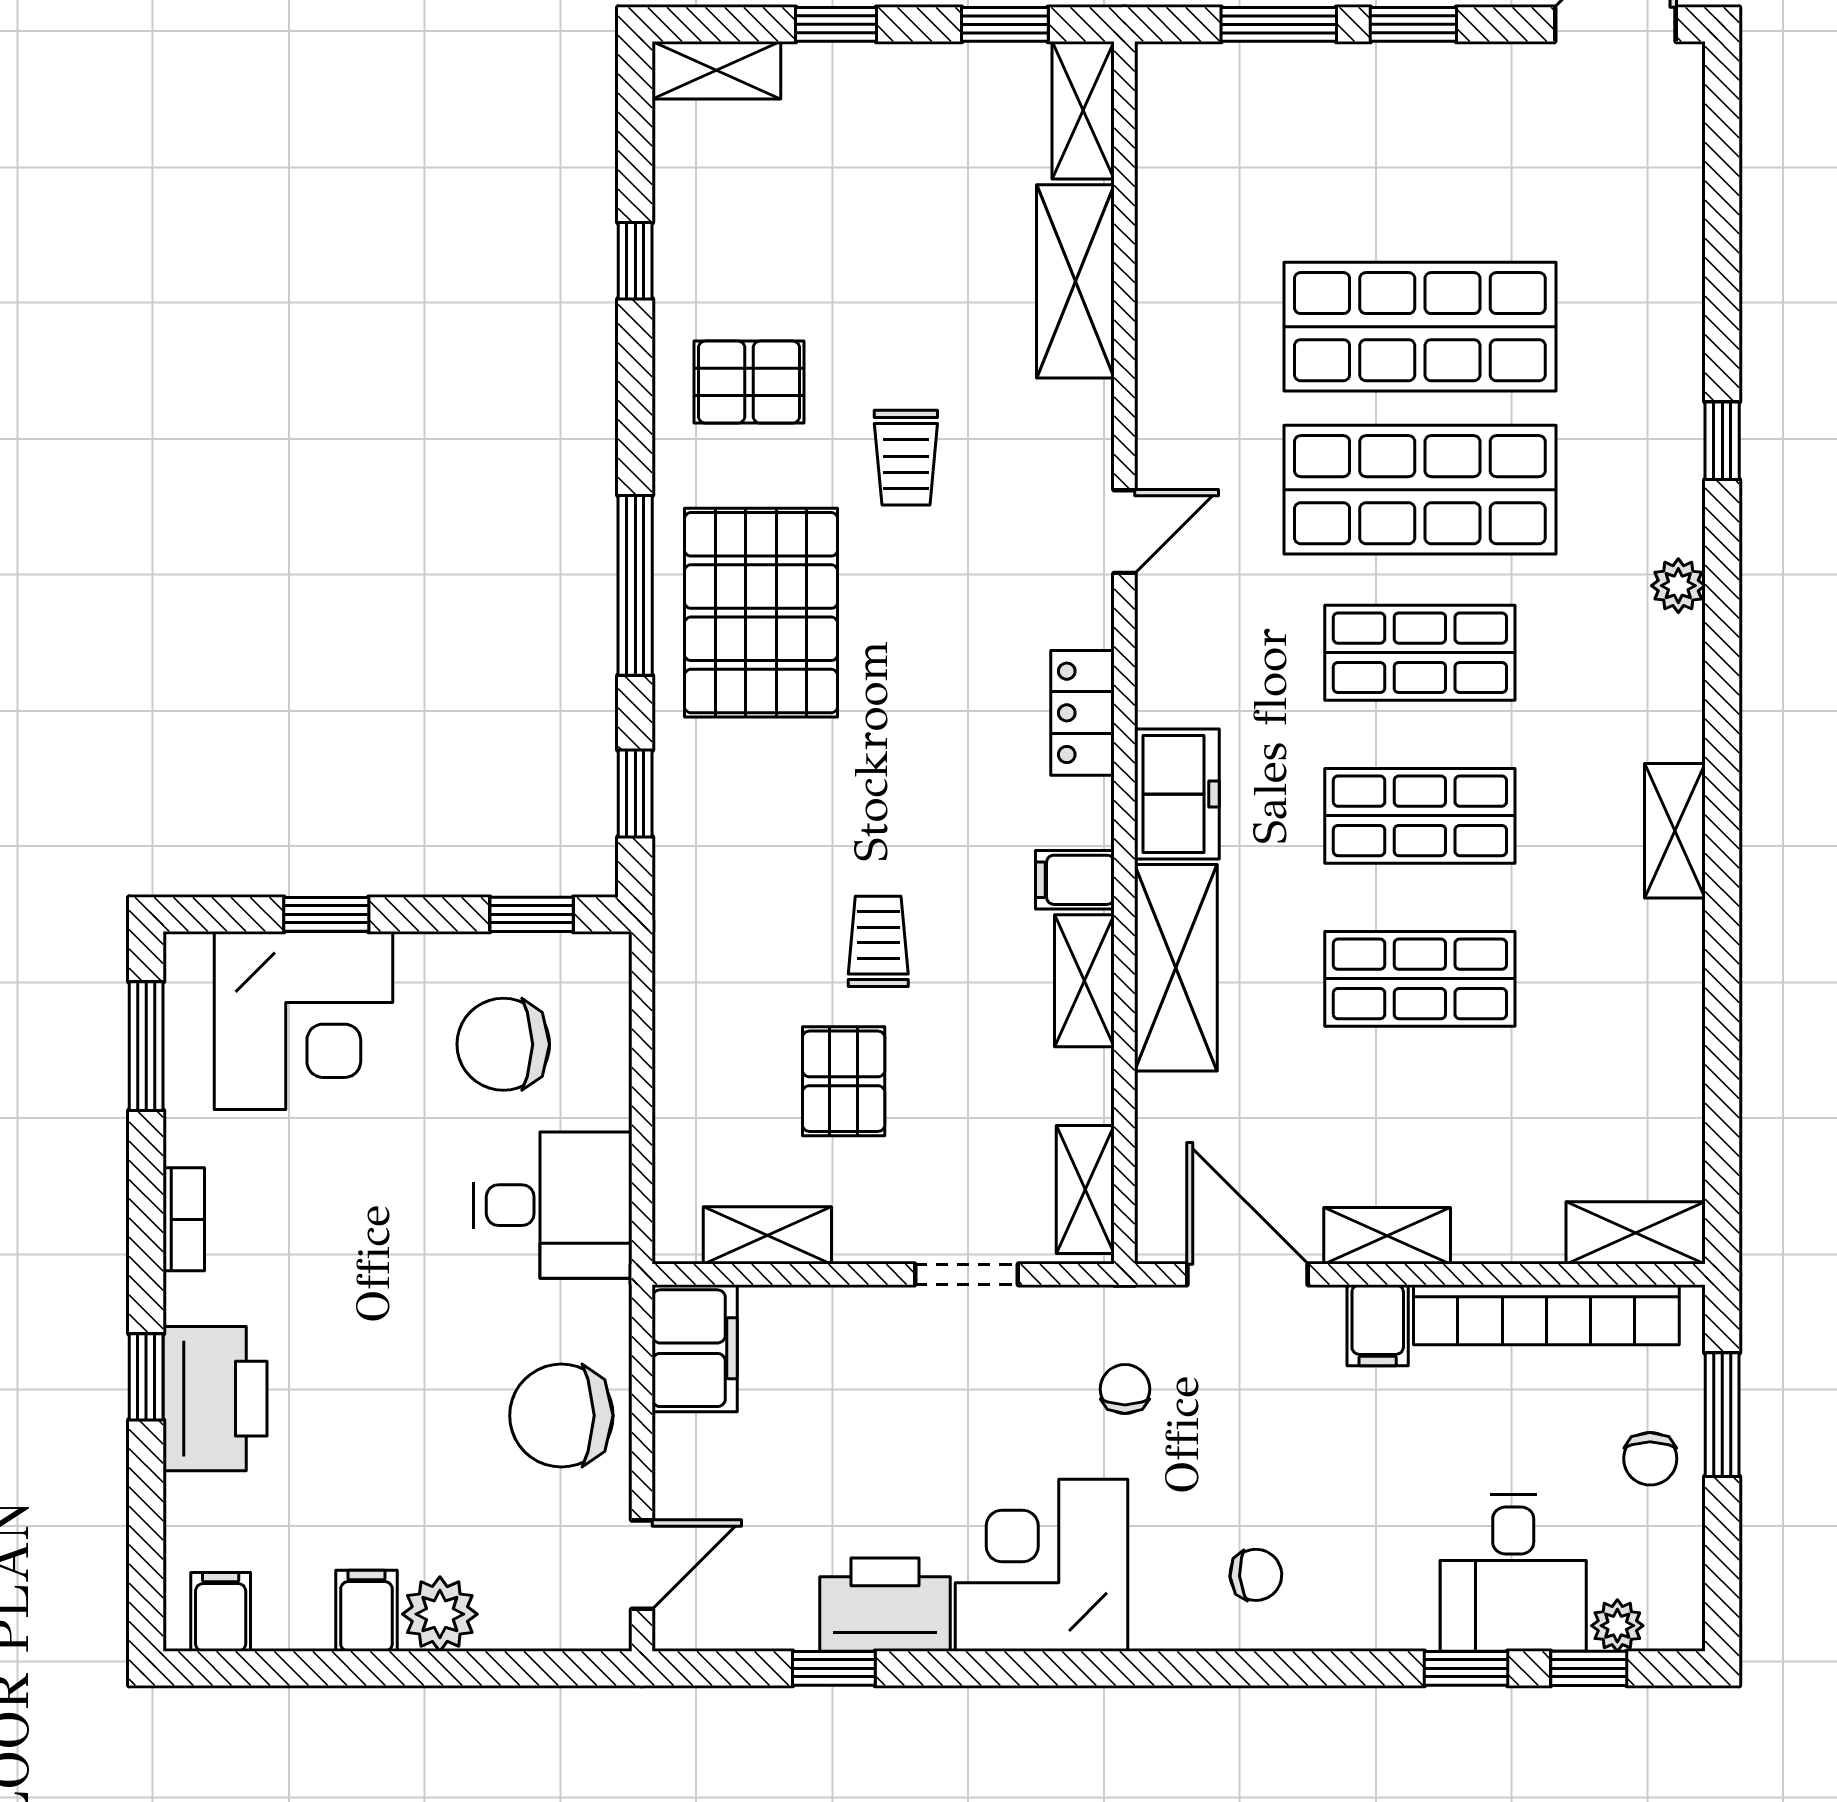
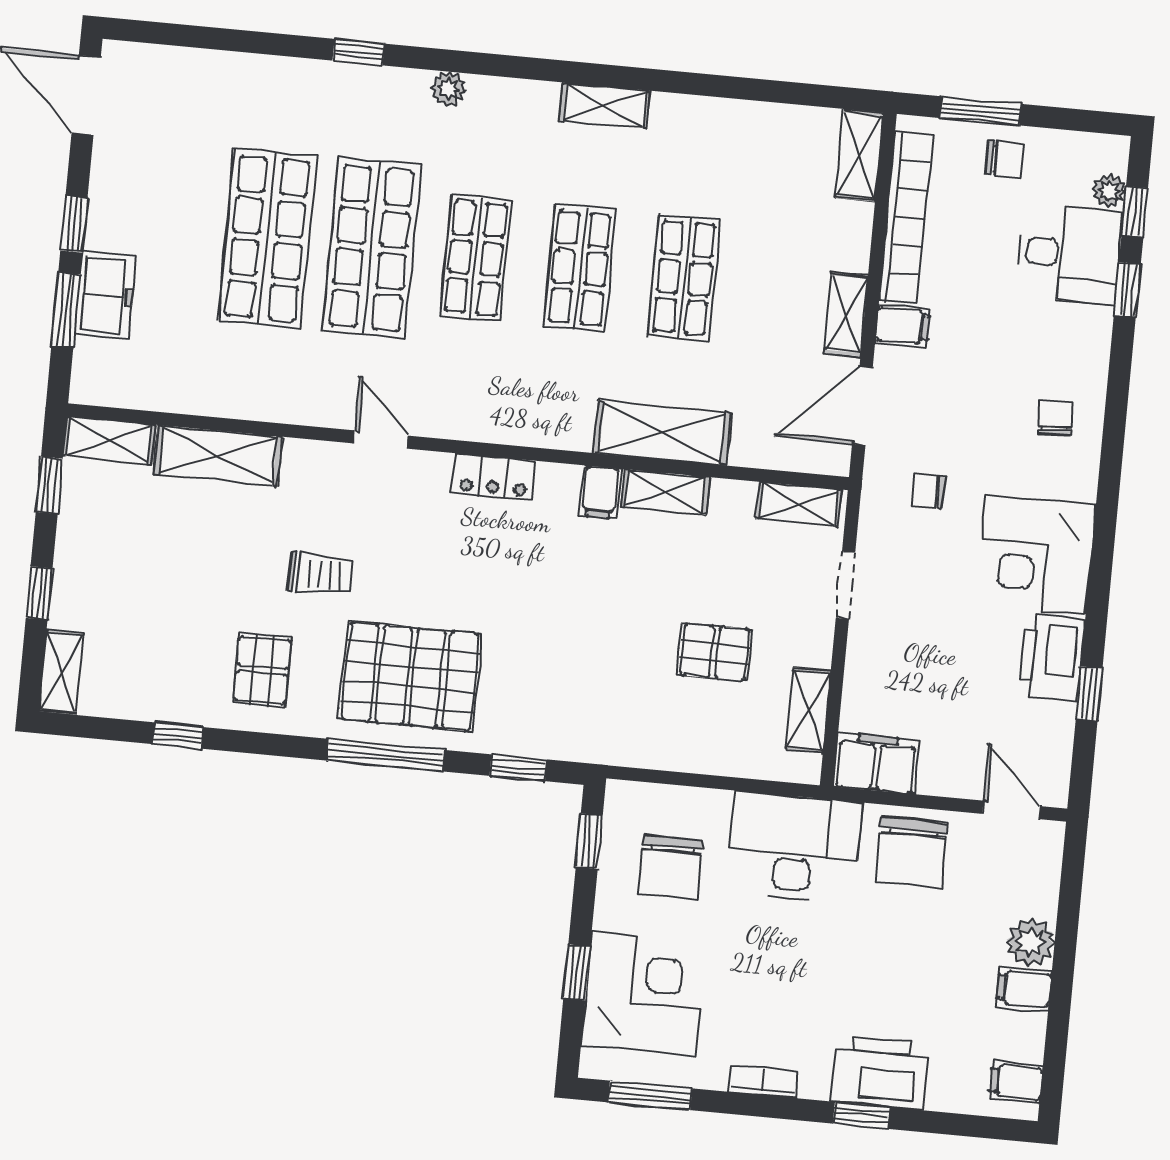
freezer: (1177, 794) -> (105, 295), moved, turned 90
trolley: (878, 941) -> (627, 621), removed
desk: (553, 1205) -> (794, 847), width x1.37

